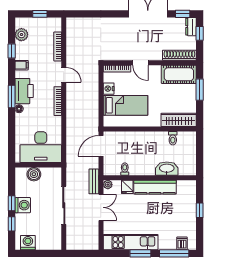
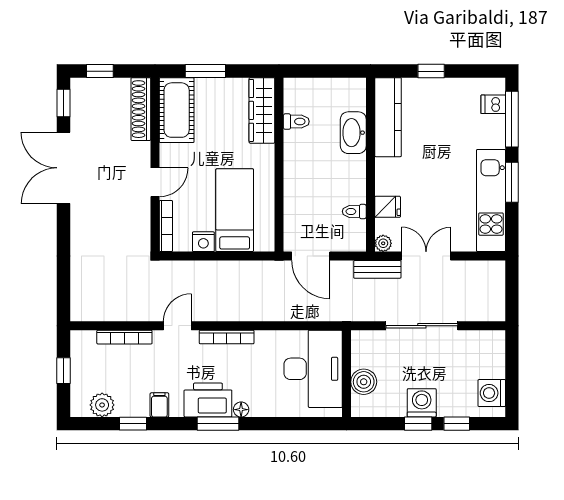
dresser: (191, 27) -> (87, 87), removed
kitchen counter: (155, 187) -> (388, 117), moved

